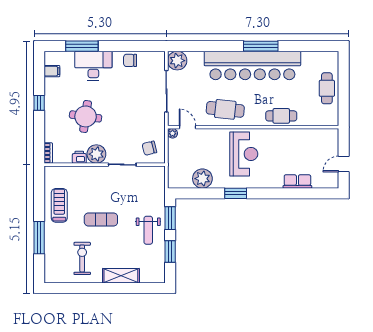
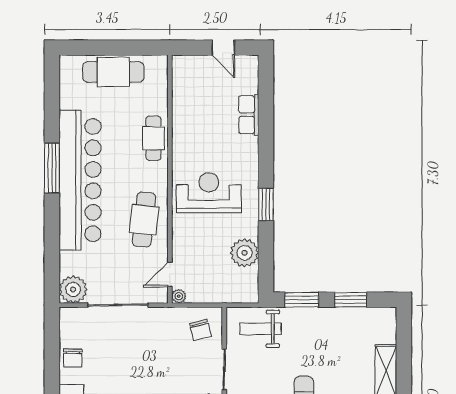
cafe table: (327, 88) -> (113, 72), width x1.37, depth x1.35
weight bench: (148, 230) -> (261, 329), moved, turned 180

